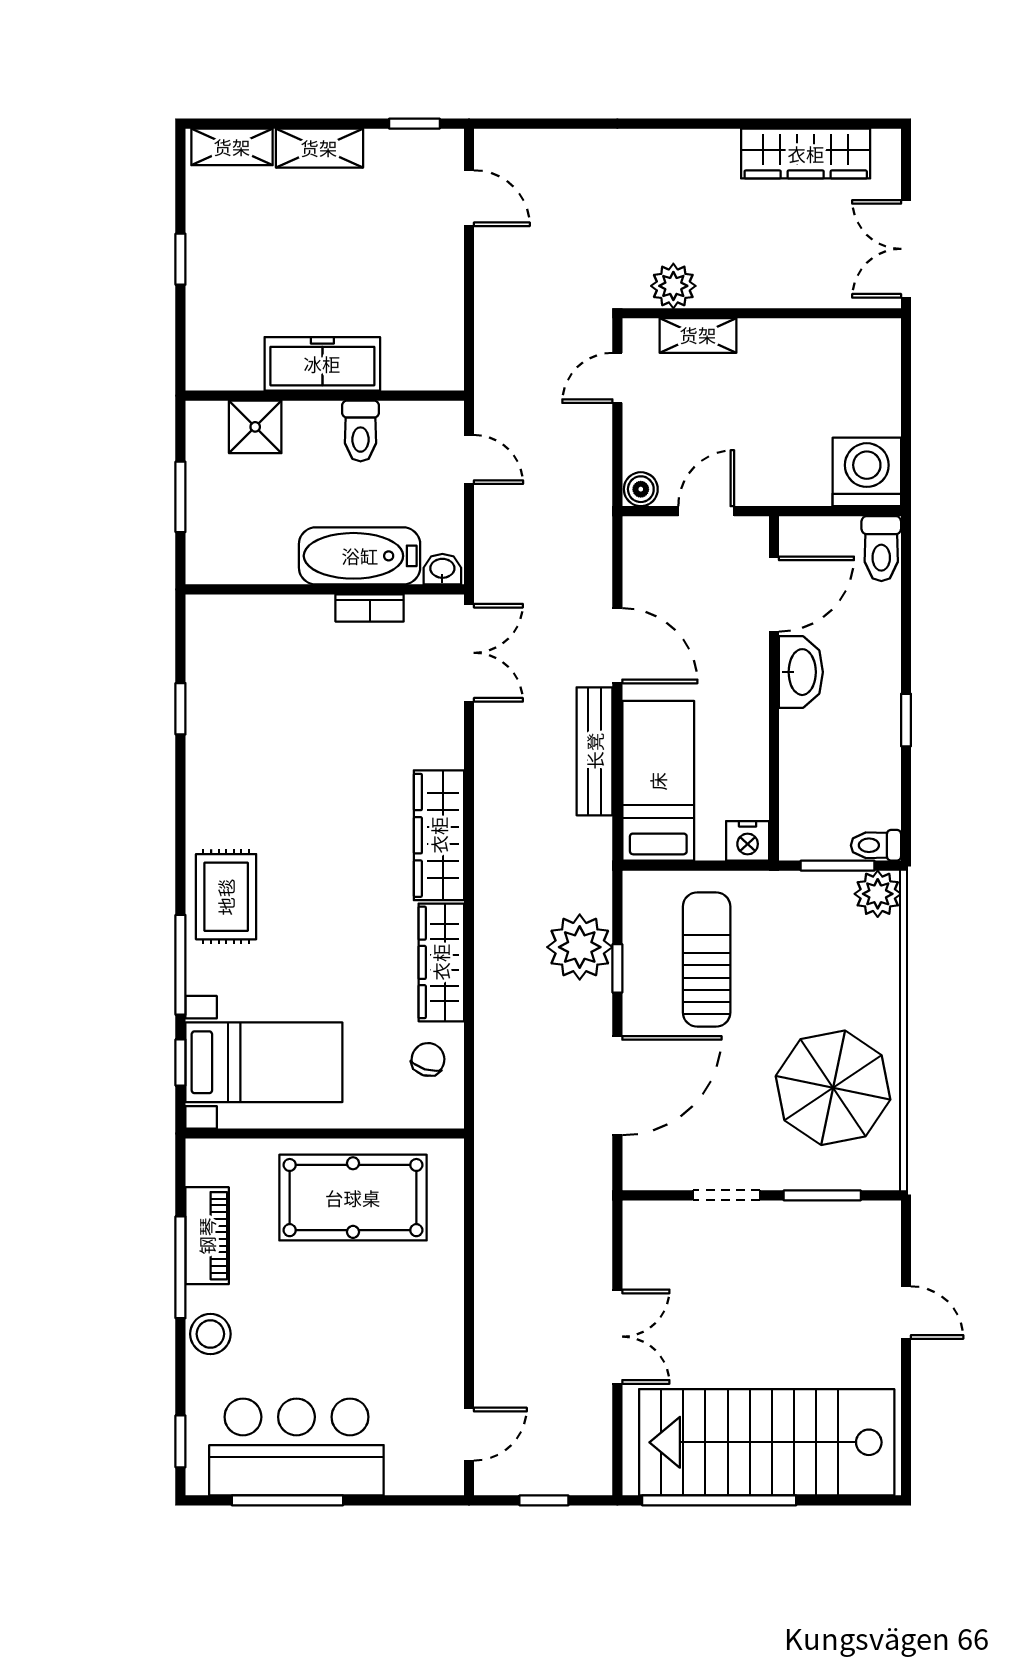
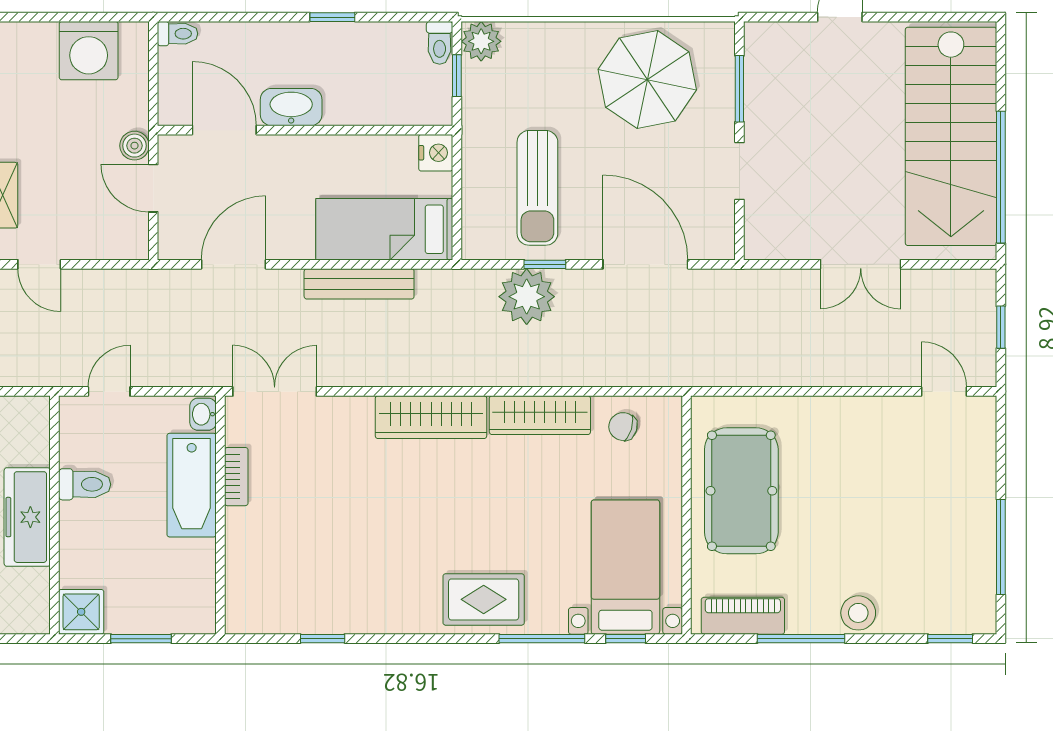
shower: (255, 427) -> (81, 612), moved
washing machine: (867, 472) -> (89, 51), moved, turned -90
boiler: (641, 489) -> (134, 146), moved
toilet: (881, 549) -> (178, 34), width x0.73, depth x0.72
door: (617, 646) -> (233, 264), moved
window: (838, 866) -> (457, 76), width x0.67
sun lounger: (707, 960) -> (537, 188), turned -90
piano: (207, 1236) -> (743, 616), moved
double door: (617, 1337) -> (861, 264), swing flipped
bar counter: (296, 1447) -> (955, 539), removed

